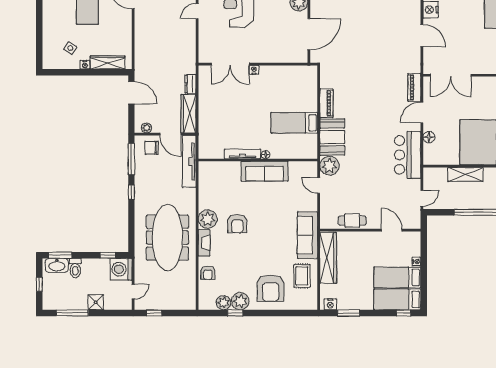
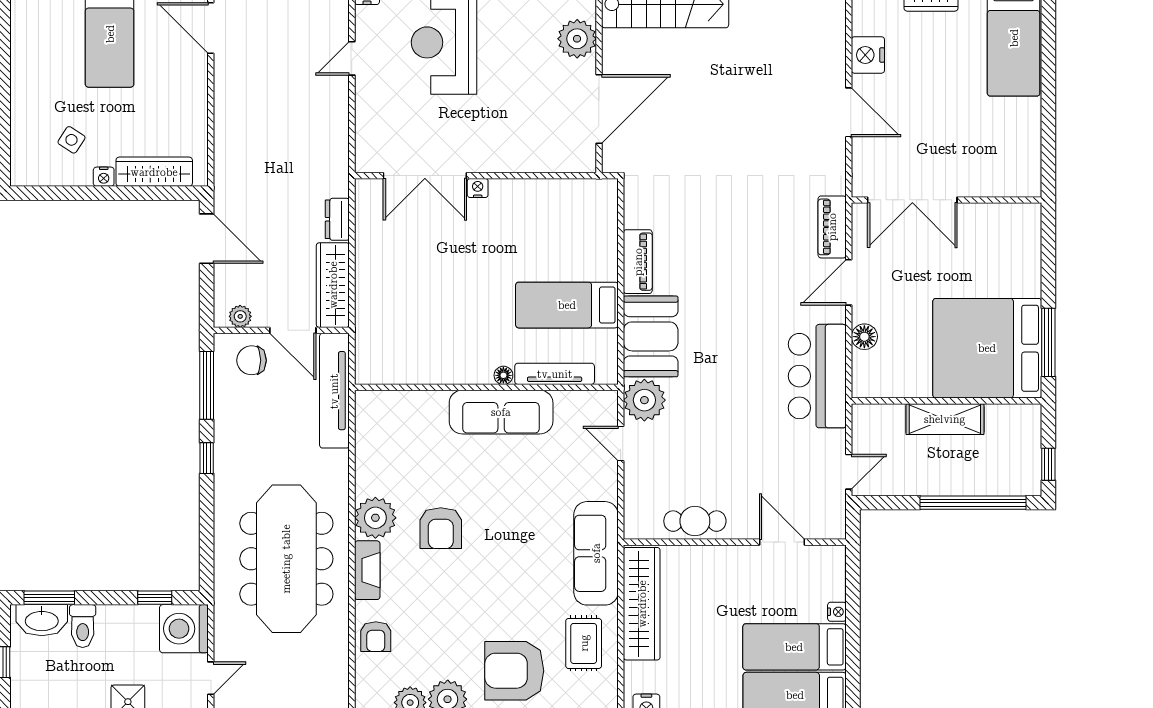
tv unit: (243, 154) -> (555, 374), moved
armchair: (271, 288) -> (514, 671), turned 90

